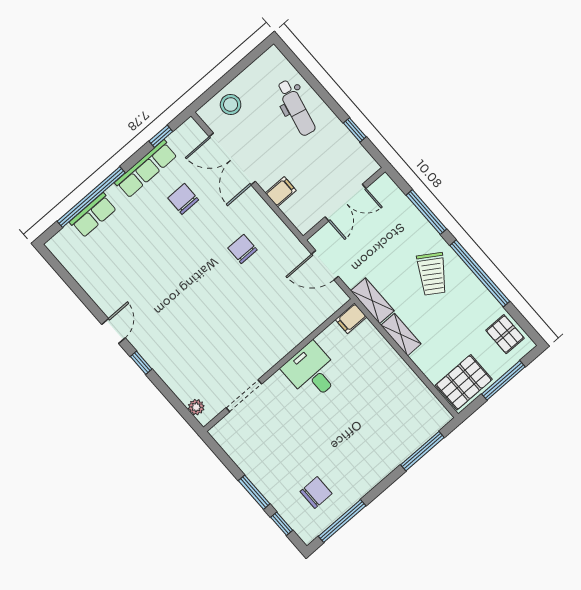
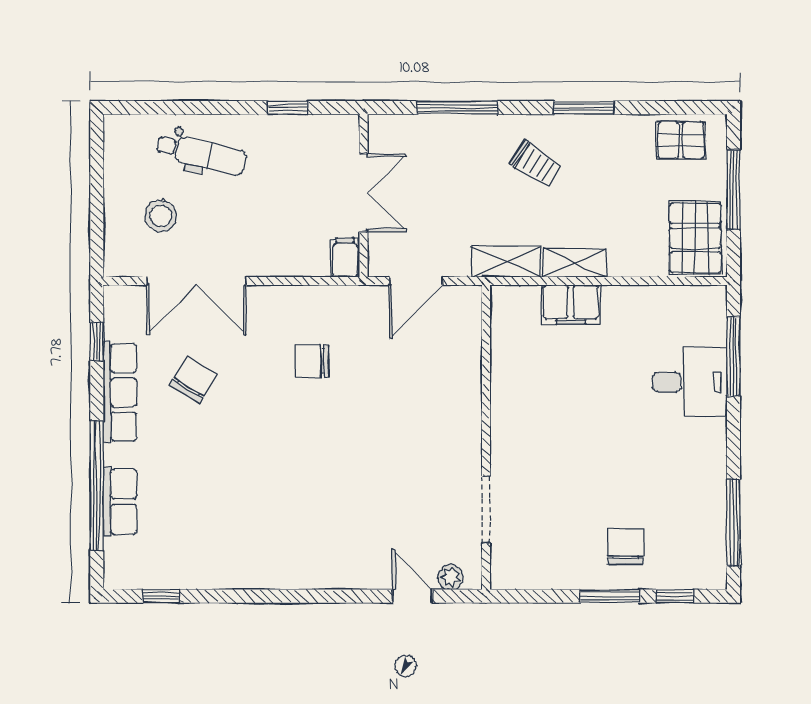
stool: (231, 104) -> (161, 216), moved
filing cabinet: (281, 192) -> (345, 258), moved
chair: (183, 199) -> (193, 379), turned 121
window: (480, 273) -> (584, 108), width x0.47
trolley: (432, 274) -> (536, 164), width x0.73, depth x0.72
filing cabinet: (351, 318) -> (571, 305), moved, width x2.00
door: (114, 331) -> (412, 596), moved
window: (141, 363) -> (161, 596), moved
desk: (312, 372) -> (690, 382), moved, turned 180
chair: (316, 493) -> (625, 547), moved

